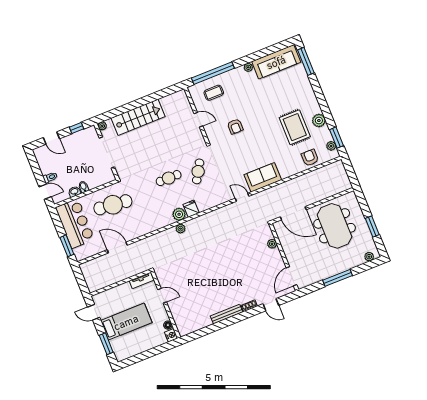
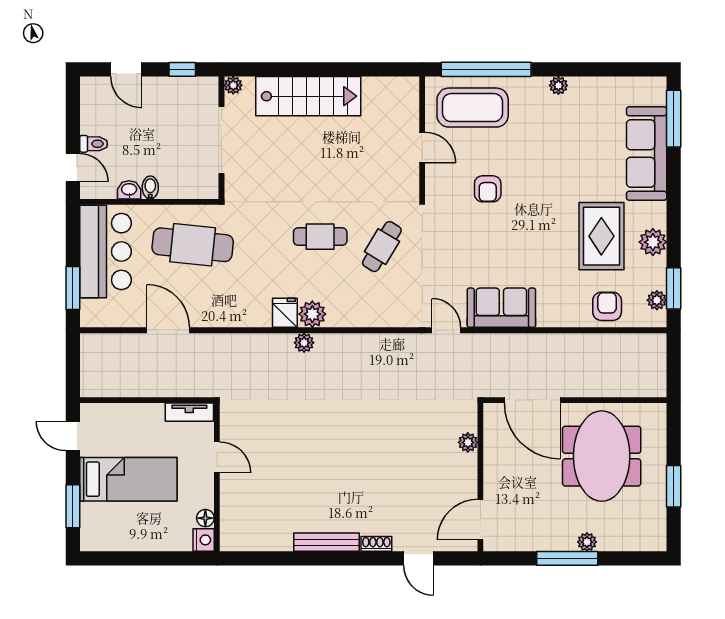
sofa: (276, 62) -> (647, 153), moved, turned 90
coffee table: (214, 93) -> (473, 108), width x1.86, depth x1.72
fridge: (191, 209) -> (285, 313), moved
plant: (369, 257) -> (587, 542), moved

